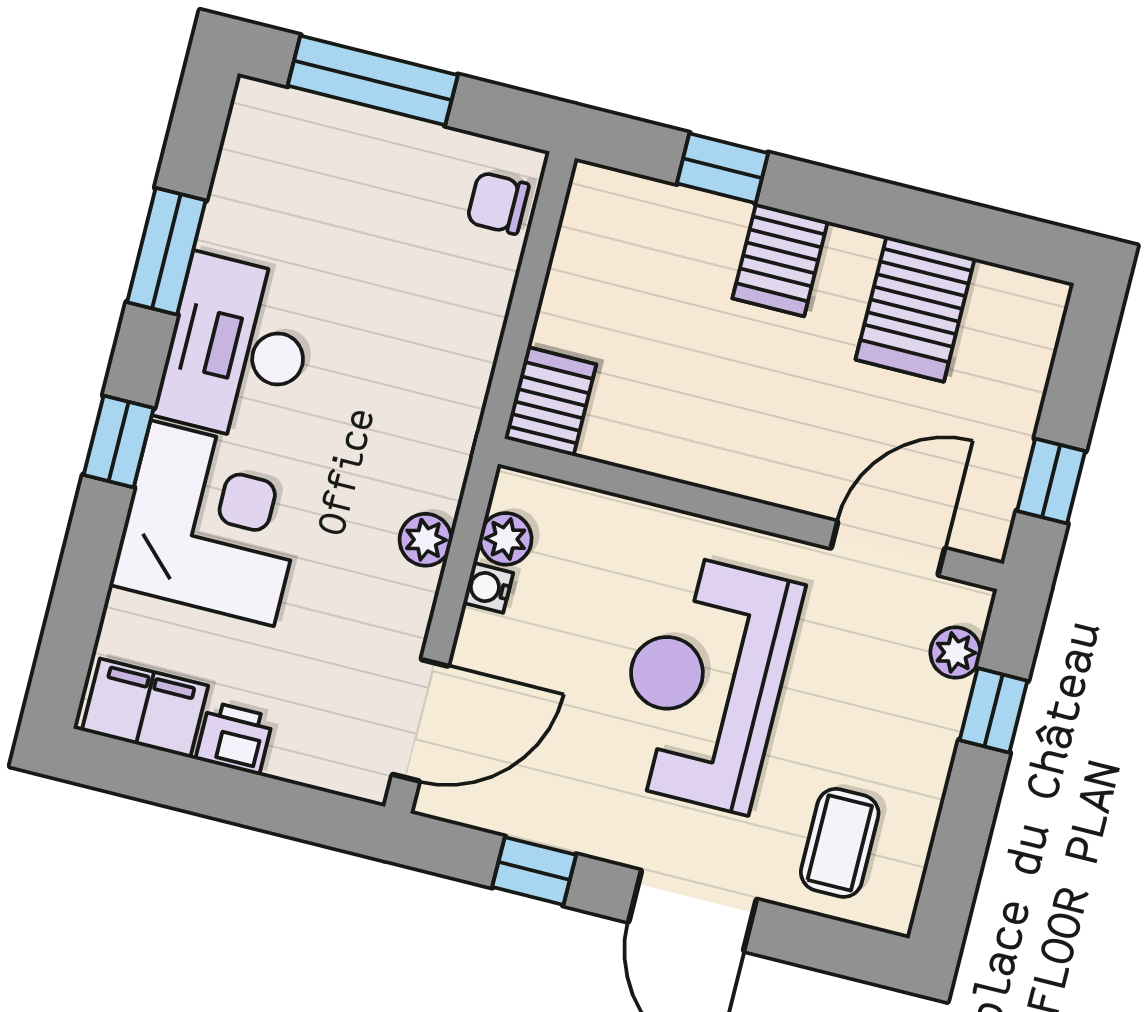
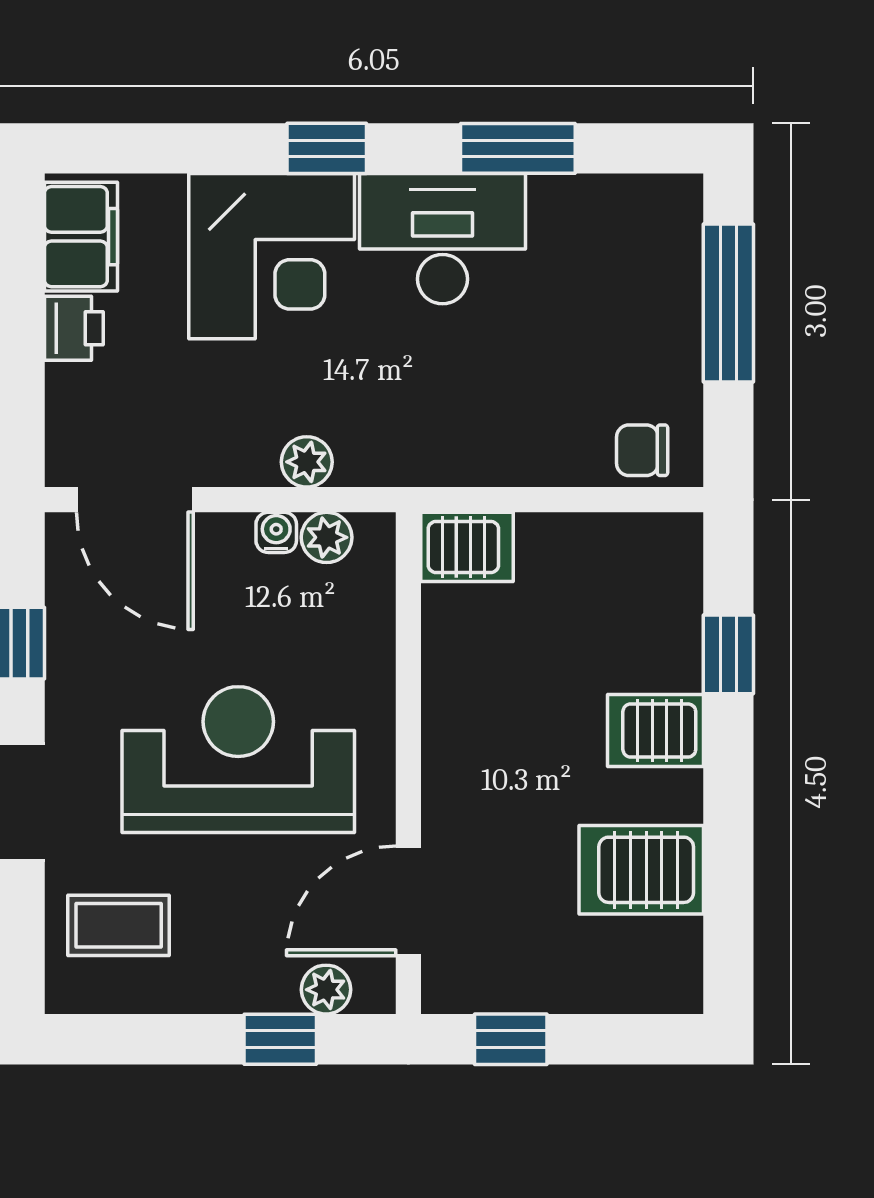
chair: (498, 203) -> (642, 450), turned -90
door: (888, 548) -> (408, 901), swing flipped

